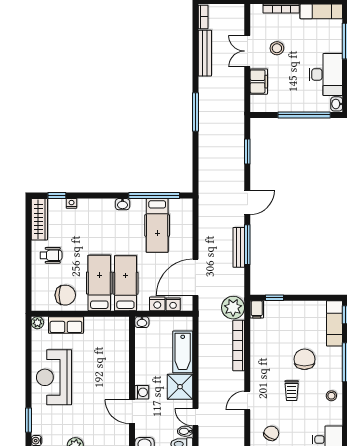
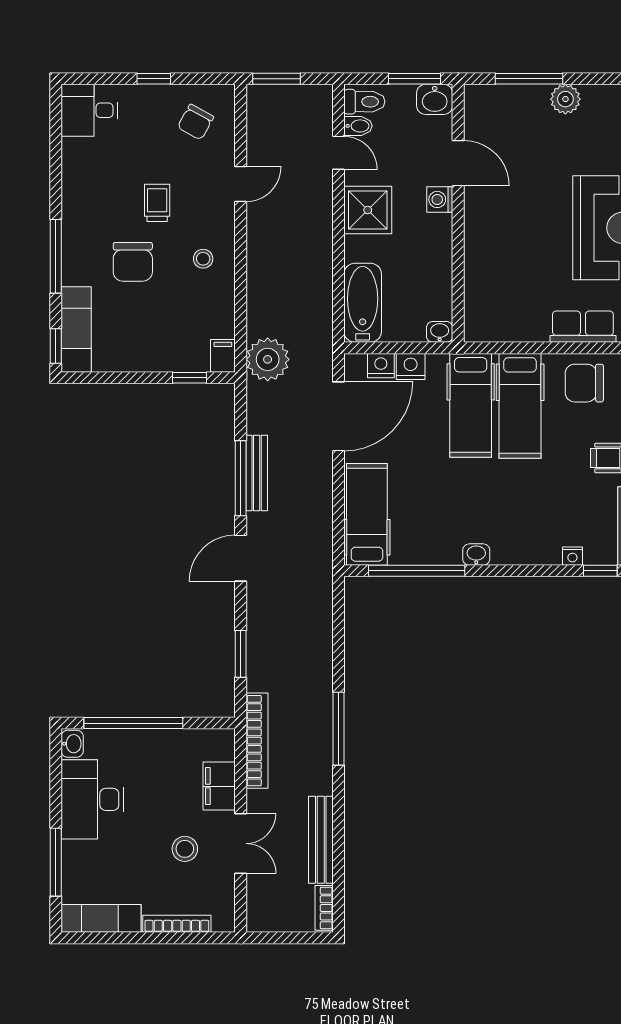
hospital bed: (157, 225) -> (367, 514), moved
bookcase: (239, 346) -> (257, 741), moved
bathtub: (183, 352) -> (363, 303), moved
stool: (331, 396) -> (203, 259), moved

